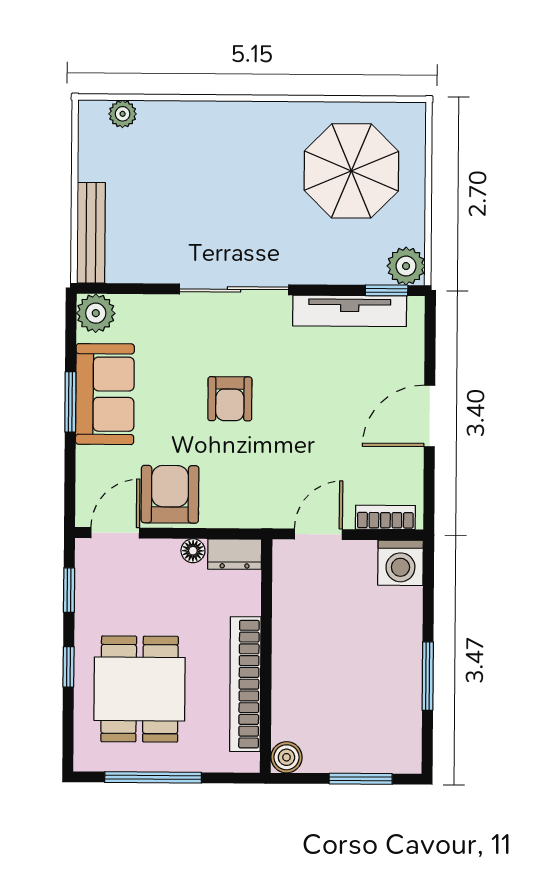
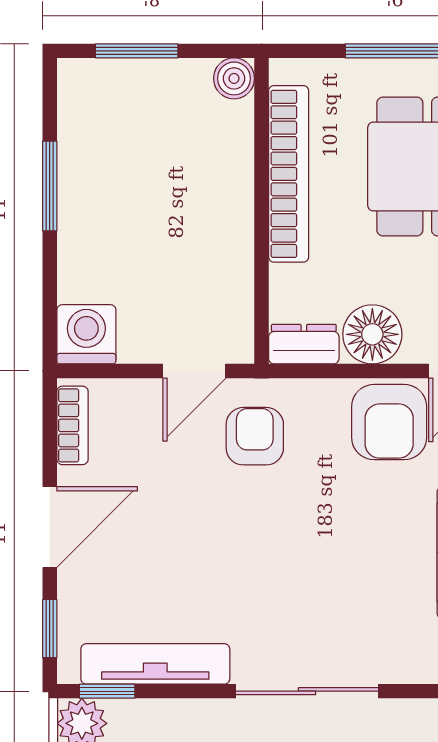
window: (430, 338) -> (50, 629), added
armchair: (230, 399) -> (255, 436), moved
bookcase: (385, 517) -> (72, 425), moved, turned -90
floor lamp: (193, 551) -> (372, 334), width x1.89, depth x1.89

